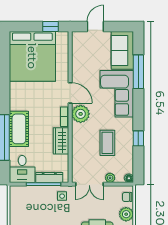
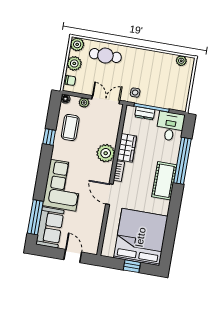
window: (50, 27) -> (132, 266), moved
door: (95, 27) -> (73, 256), swing flipped
window: (138, 72) -> (35, 217), moved
plant: (81, 114) -> (106, 153), moved
cot: (19, 129) -> (164, 181), moved
coffee table: (107, 143) -> (70, 127), moved
dresser: (49, 177) -> (145, 113), width x0.70

